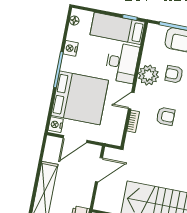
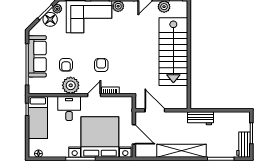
nightstand: (71, 48) -> (75, 152), moved
desk: (122, 63) -> (69, 109), width x0.73
door: (131, 101) -> (94, 95), swing flipped

